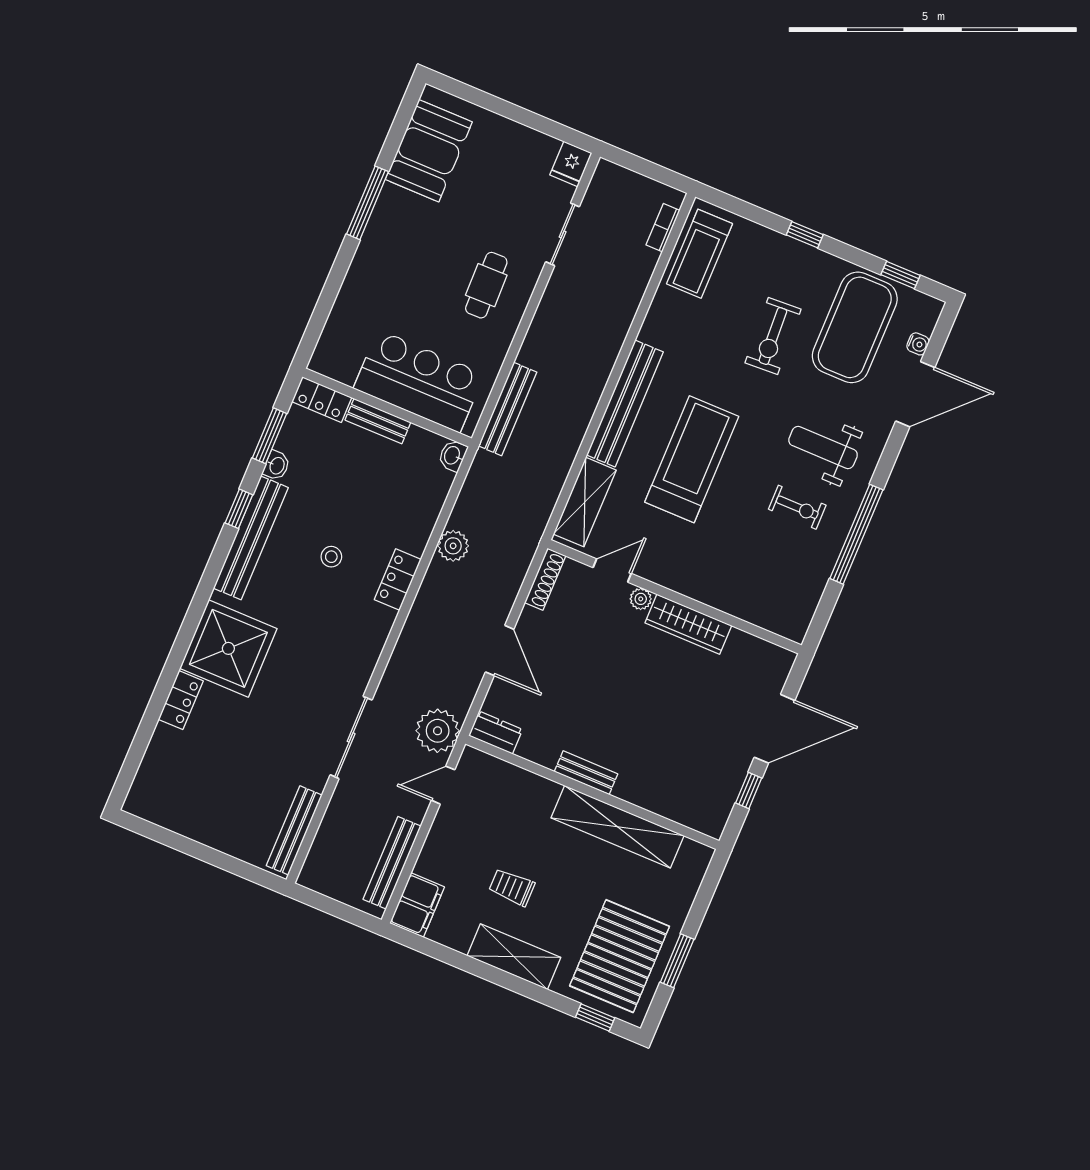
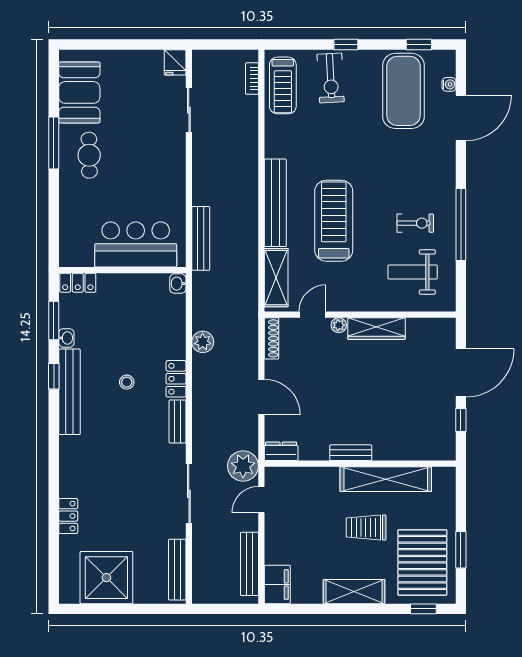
cafe table: (486, 285) -> (89, 155), moved
exercise bike: (773, 336) -> (331, 78), moved
bench: (378, 421) -> (177, 422), moved, turned 90
weight bench: (823, 448) -> (413, 272), moved
shower: (228, 648) -> (106, 578), moved
trolley: (512, 887) -> (366, 527), moved, width x1.36, depth x1.39

